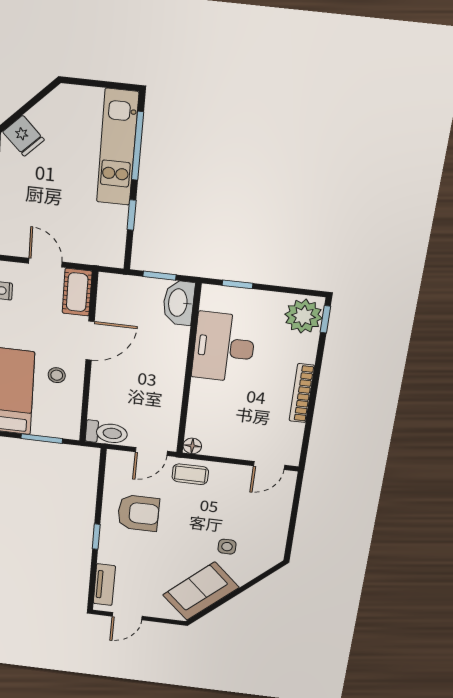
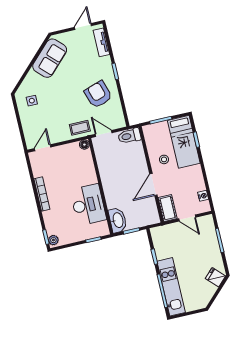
plant: (303, 316) -> (53, 240), width x0.53, depth x0.53
door: (151, 452) -> (104, 134), hinge flipped
armchair: (138, 513) -> (98, 94), turned 72
side table: (227, 547) -> (32, 101), moved

